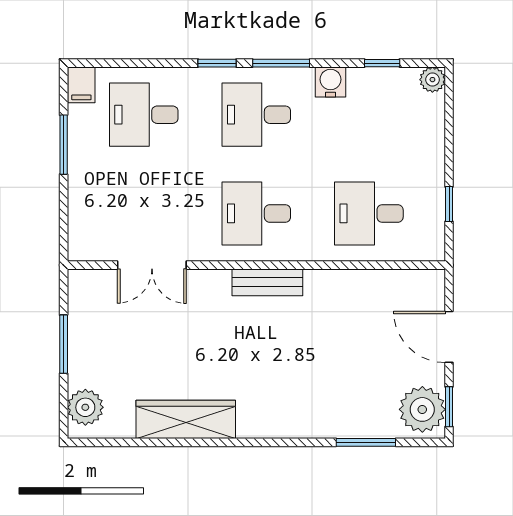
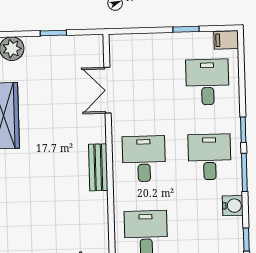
window: (64, 145) -> (186, 29), width x0.67
window: (64, 344) -> (53, 33), width x0.67

